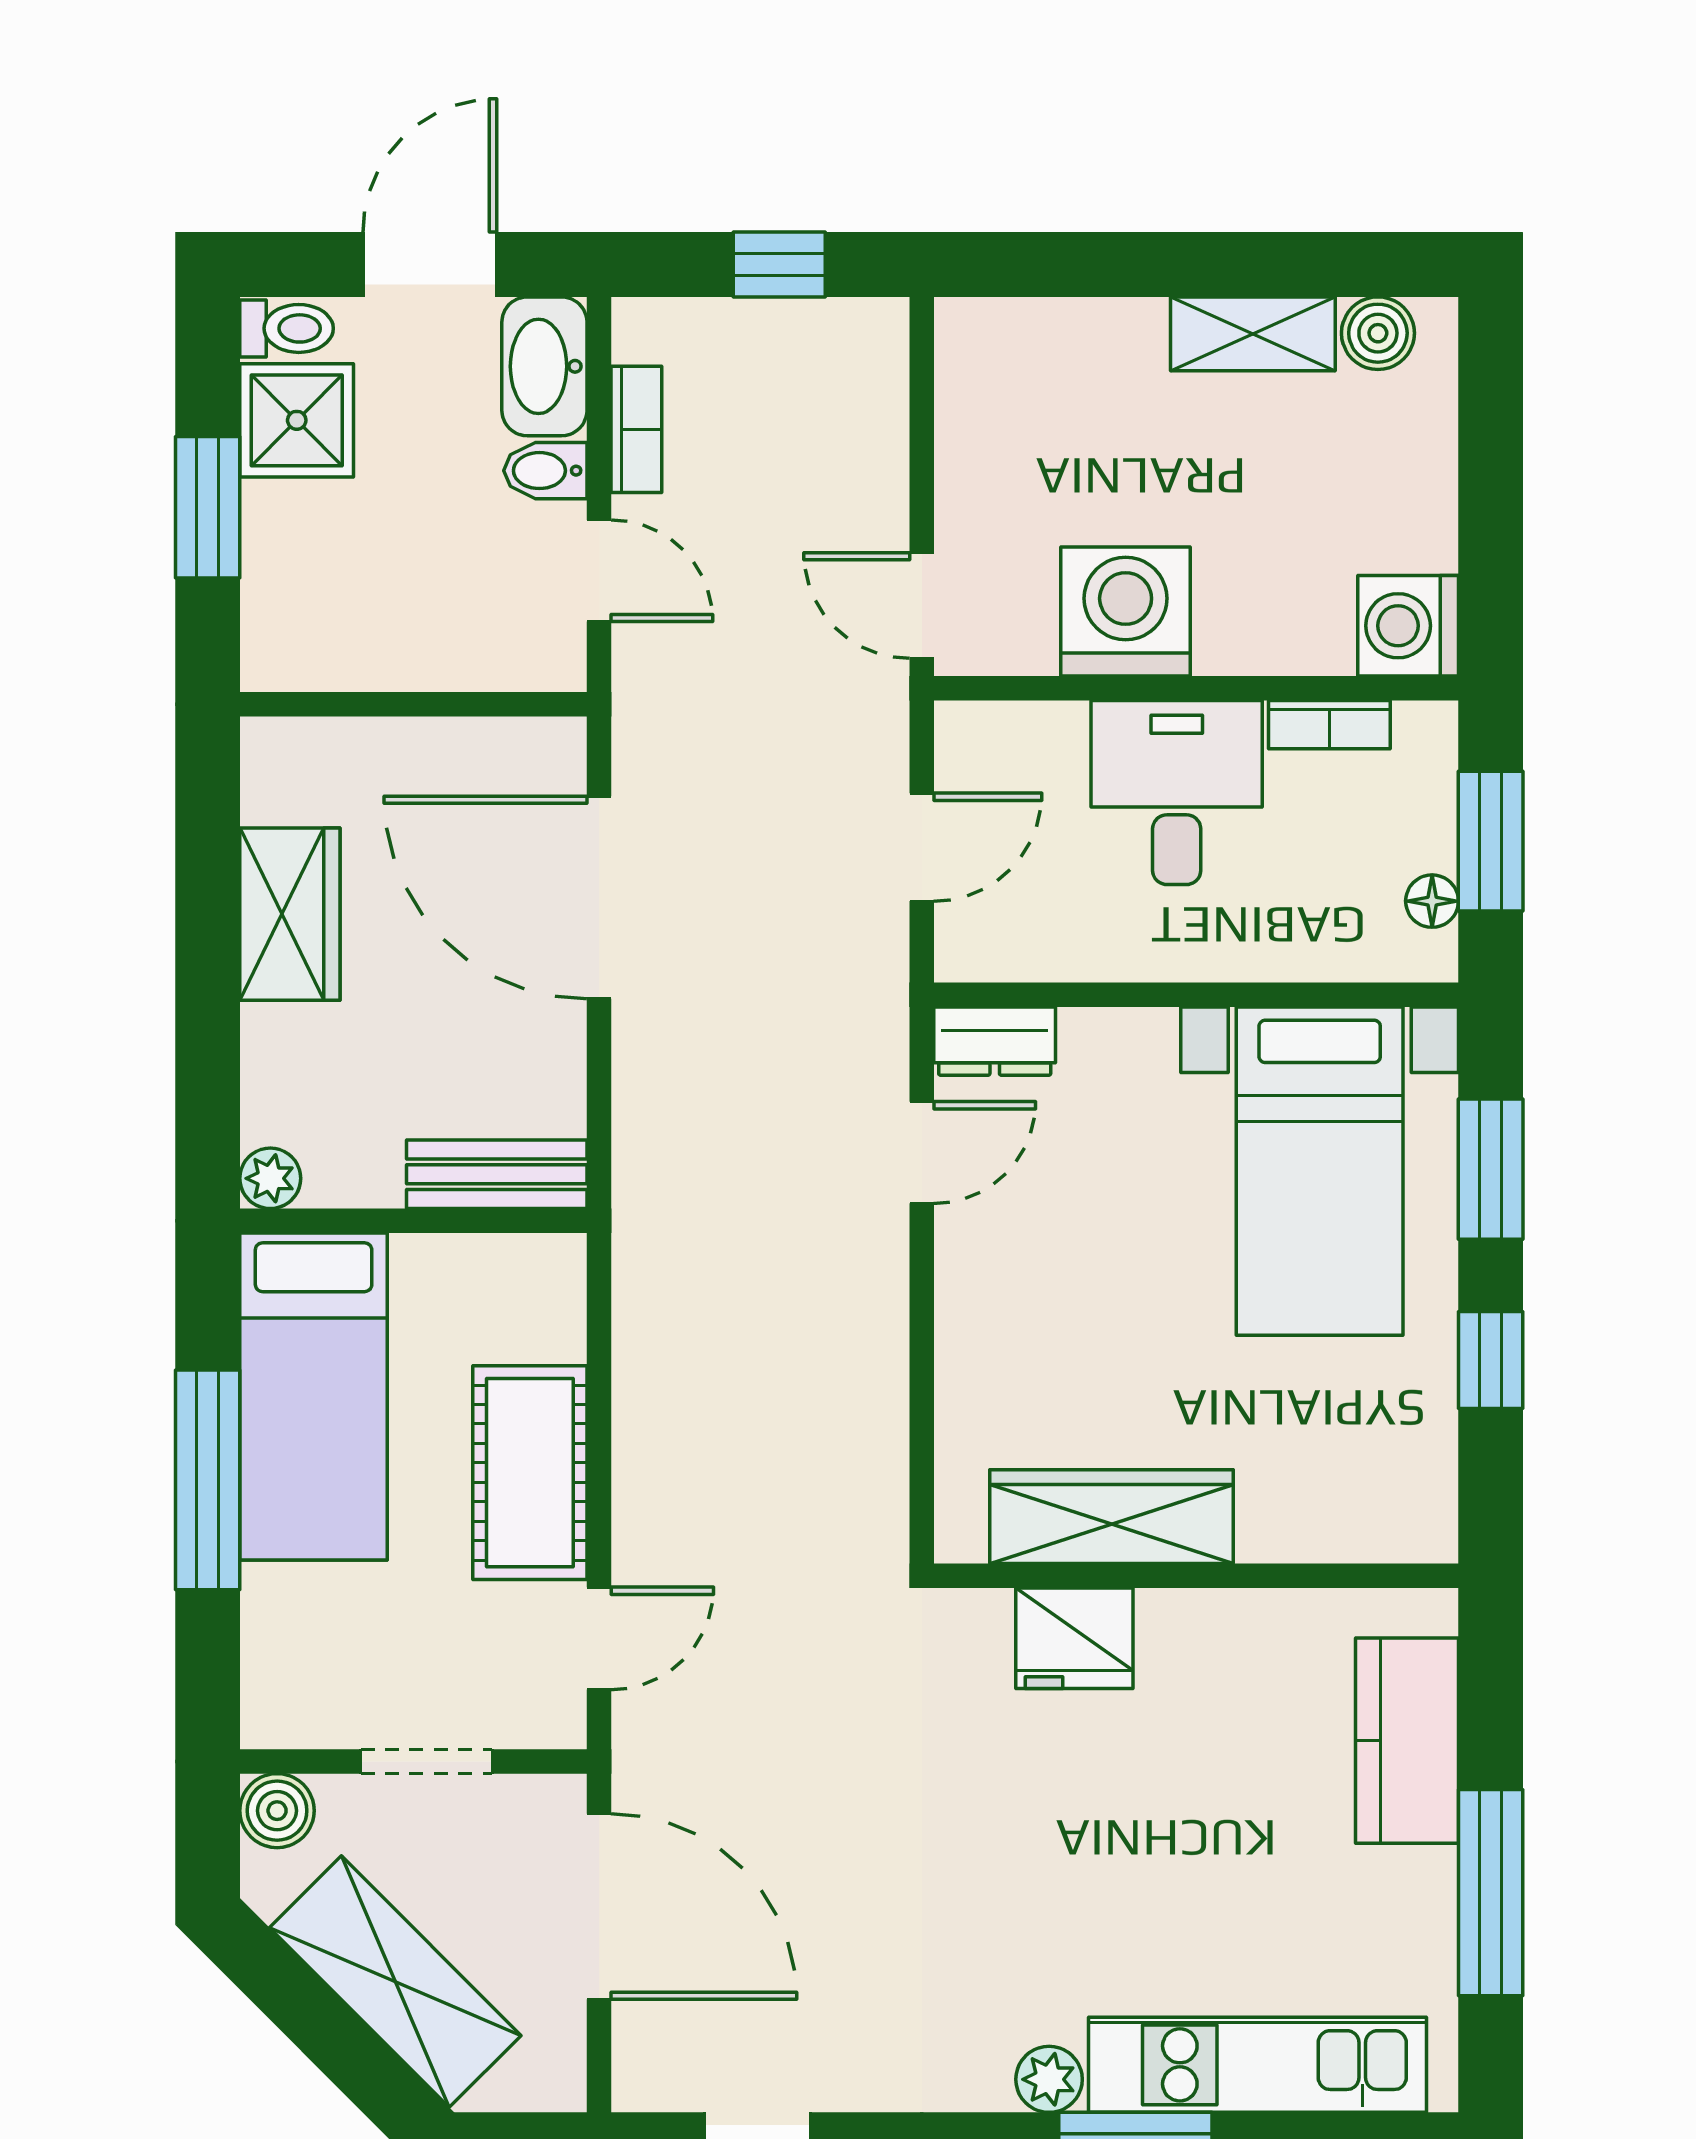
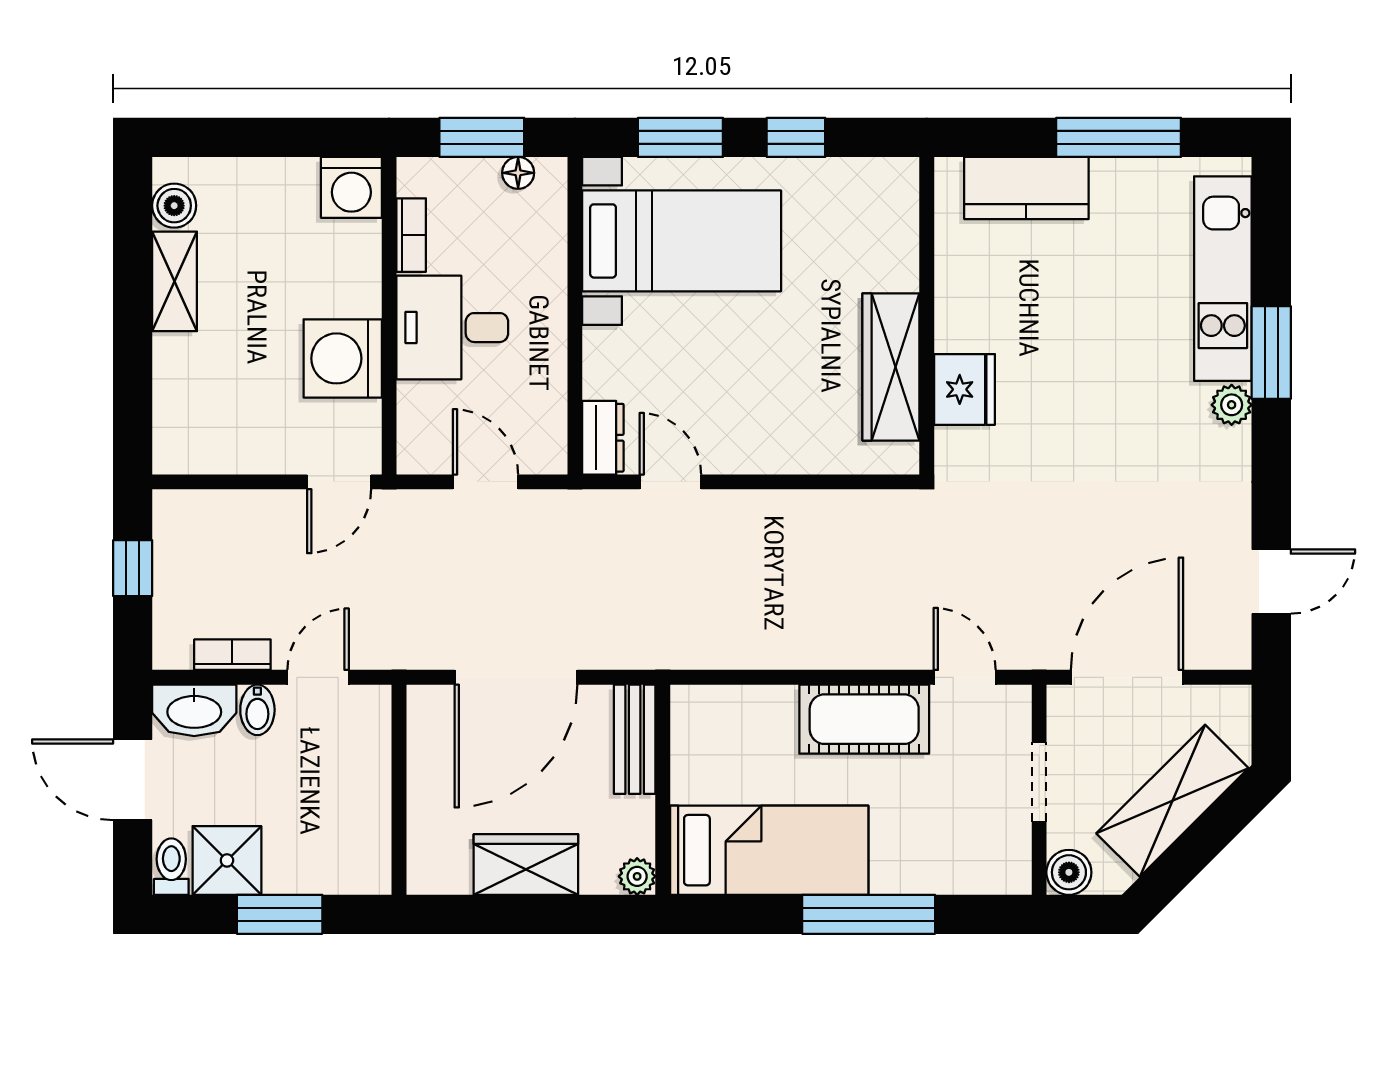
bench: (497, 1174) -> (635, 739), moved
plant: (270, 1178) -> (637, 876), moved
wall: (413, 1221) -> (663, 790), moved
bed: (314, 1396) -> (769, 850), moved

